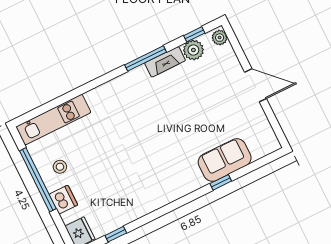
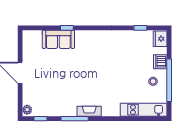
plant: (193, 50) -> (45, 110), removed
fireplace: (165, 62) -> (89, 111), moved

